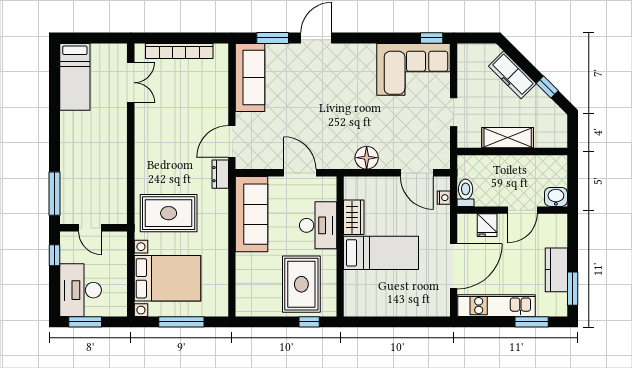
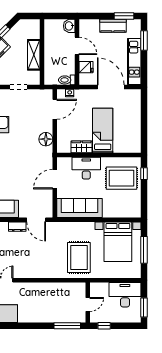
dresser: (220, 174) -> (17, 227), moved
bed with nightstands: (168, 278) -> (118, 242), moved, turned 180
desk: (81, 290) -> (125, 295), moved, turned 180

